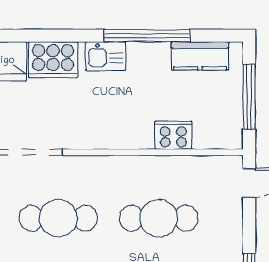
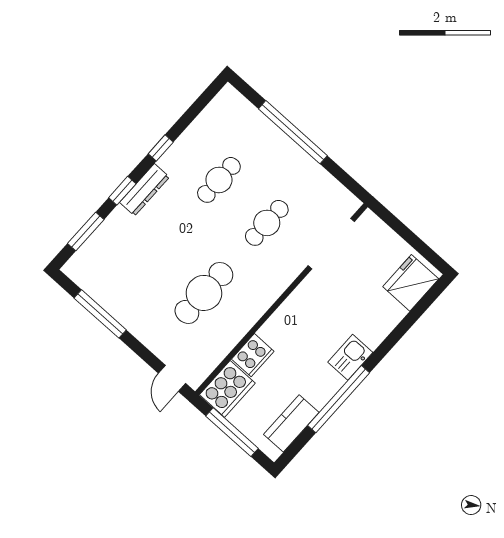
cooker: (53, 60) -> (227, 389), moved, turned 180
cafe table: (58, 218) -> (267, 223), width x0.73, depth x0.74

